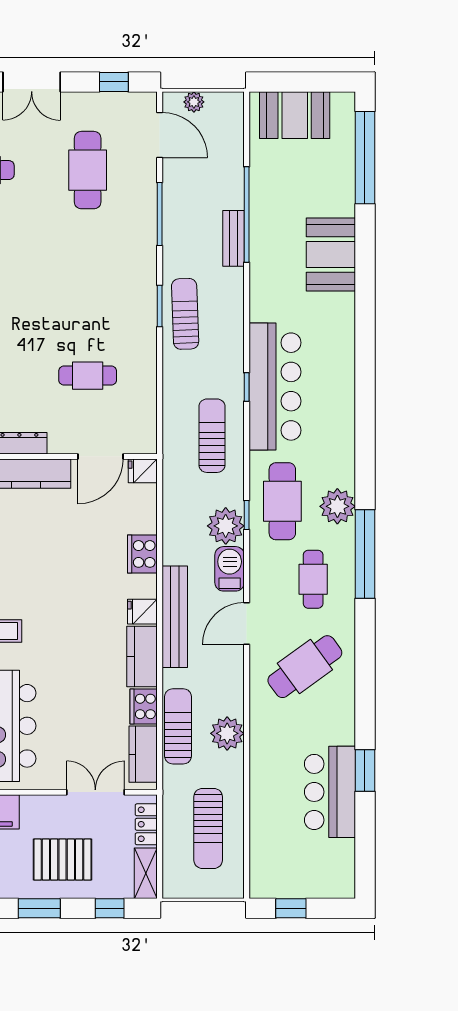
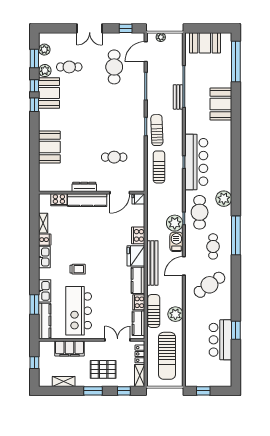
door: (160, 135) -> (146, 52), swing flipped
sun lounger: (212, 436) -> (159, 167), moved
plant: (337, 506) -> (224, 199), moved
fridge: (142, 612) -> (136, 256), width x1.88, depth x1.34
sun lounger: (208, 828) -> (167, 356), width x1.36, depth x1.34

